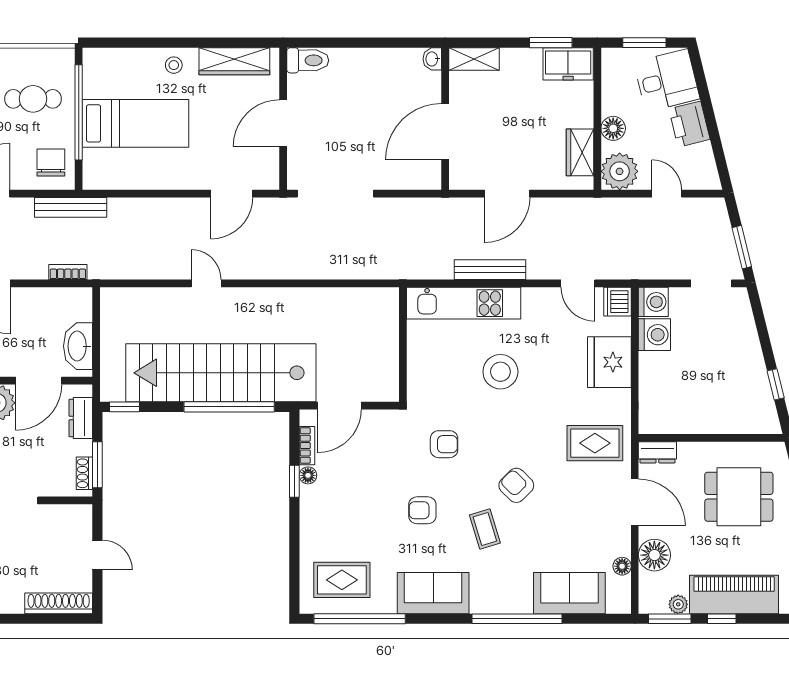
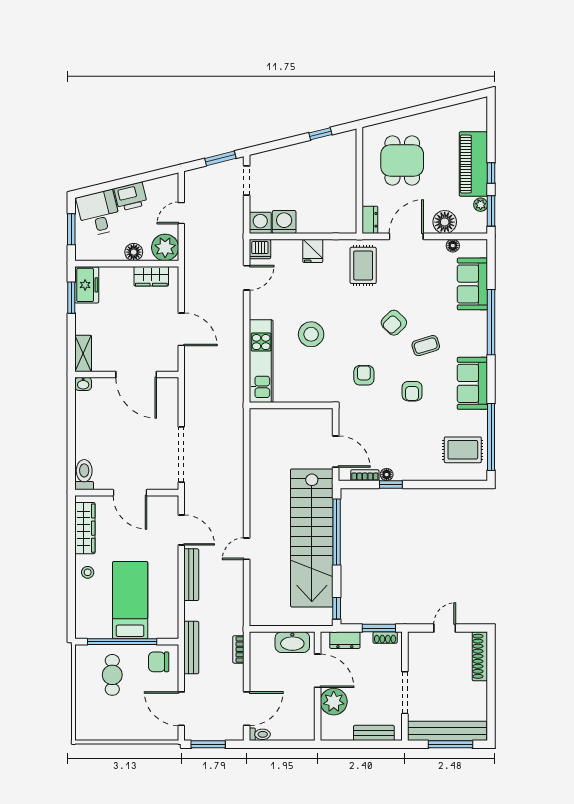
bench: (490, 270) -> (191, 575), moved
fridge: (609, 362) -> (313, 251), width x0.53, depth x0.75
rug: (342, 580) -> (463, 450), turned 90

